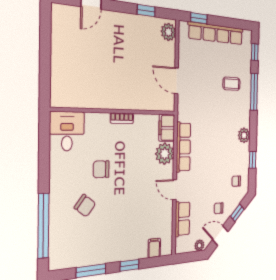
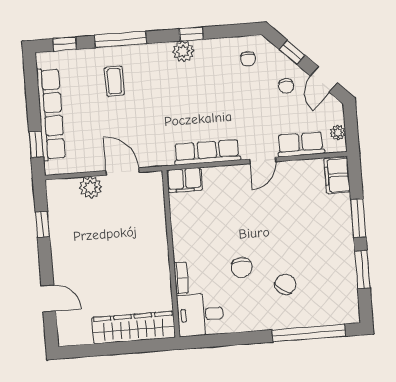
plant: (168, 32) -> (90, 187), moved
wardrobe: (61, 72) -> (134, 327), added
door: (176, 81) -> (123, 171), swing flipped
bookcase: (122, 118) -> (181, 278), moved
plant: (165, 154) -> (217, 180), removed
window: (253, 160) -> (191, 34), moved
plant: (199, 245) -> (338, 133), moved
filing cabinet: (154, 248) -> (337, 175), width x2.00
window: (129, 265) -> (358, 218), width x1.50

